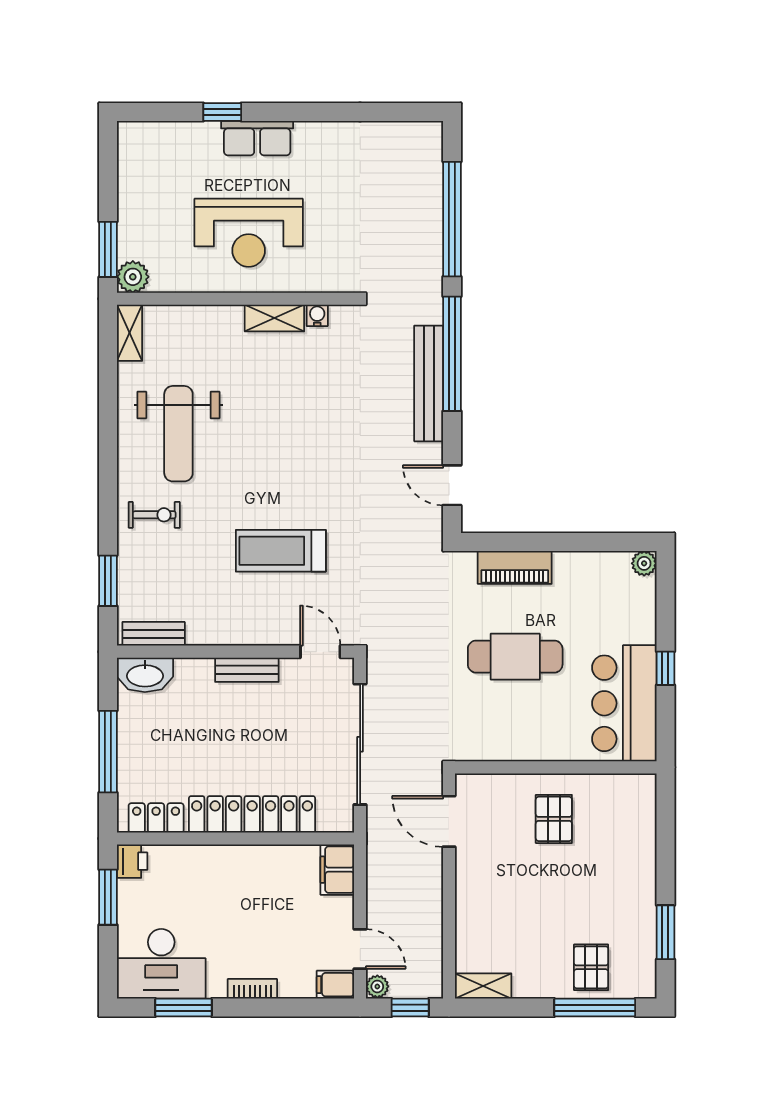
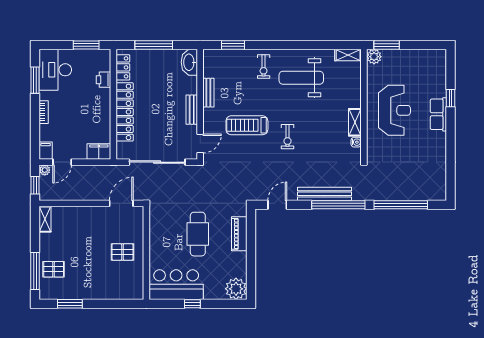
reception desk: (249, 233) -> (394, 110), turned 180
exercise bike: (305, 463) -> (287, 137), added
treadmill: (281, 551) -> (247, 125), turned -90
plant: (644, 563) -> (236, 289), width x1.88, depth x1.88
bench: (154, 634) -> (208, 93), moved
printer: (132, 861) -> (104, 80), moved, turned 90

